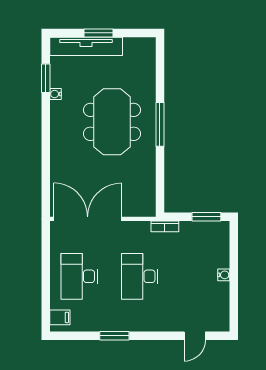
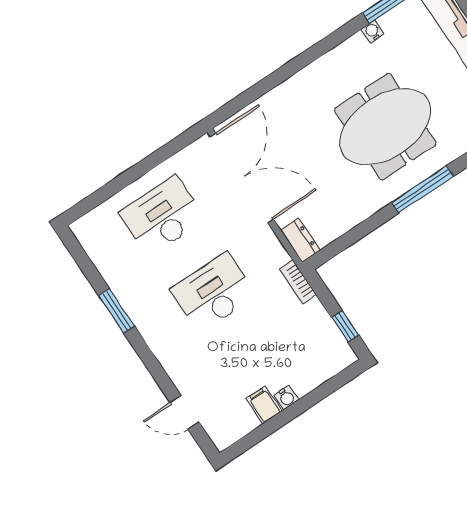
dresser: (143, 210) -> (300, 240), added
window: (206, 217) -> (345, 326), width x0.67
filing cabinet: (60, 317) -> (264, 405), moved, turned 180

